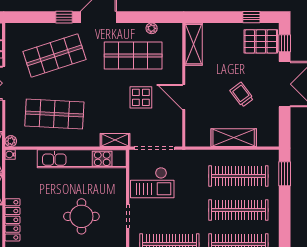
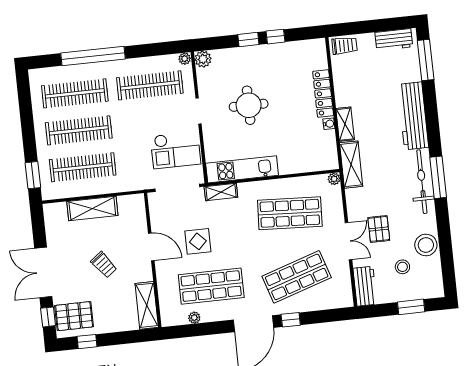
trolley: (242, 95) -> (104, 265), moved
water cooler: (10, 154) -> (329, 124), moved
kitchen unit: (82, 159) -> (242, 169), width x0.73
checkout: (152, 183) -> (176, 150), turned 180

